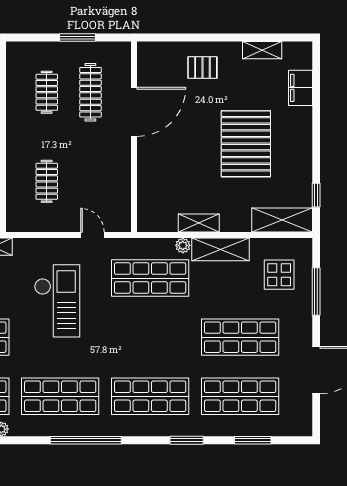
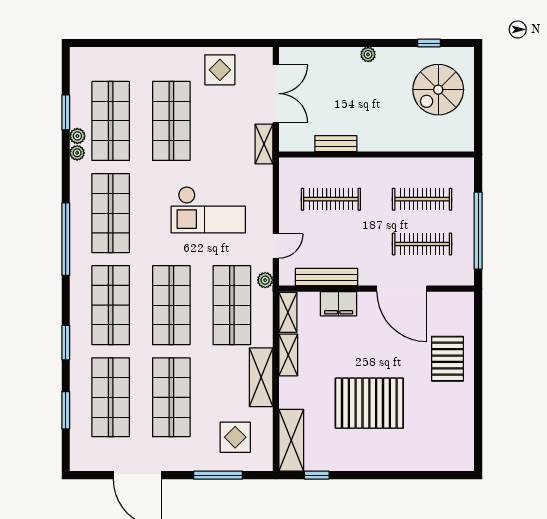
window: (77, 38) -> (478, 231), width x2.11
shelving: (262, 50) -> (288, 312), moved
pallet: (202, 67) -> (447, 359), width x1.50, depth x1.42
filing cabinet: (300, 88) -> (339, 304), moved, turned 180
clothes rail: (47, 92) -> (422, 199), width x1.36
clothes rail: (47, 181) -> (331, 199), width x1.36
bench: (123, 186) -> (326, 277), added
plant: (183, 245) -> (265, 280), moved
shop shelf: (150, 337) -> (171, 305), added

